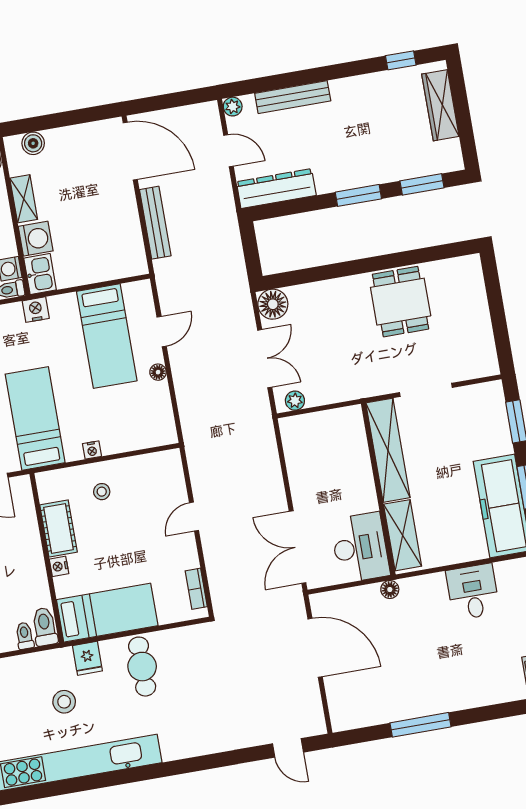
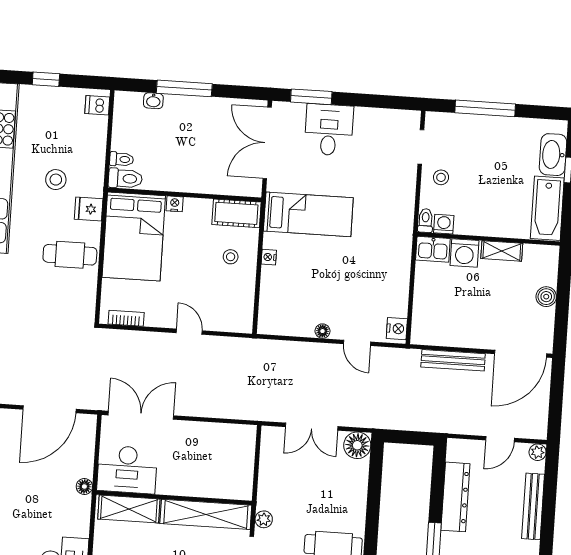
boiler: (33, 143) -> (546, 297), moved
dresser: (276, 189) -> (455, 497), moved
nightstand: (36, 310) -> (397, 329), moved
bed: (107, 336) -> (365, 294), removed
plant: (295, 401) -> (264, 519), moved
cot: (59, 528) -> (236, 213), moved
bed: (107, 613) -> (134, 236), width x1.50

